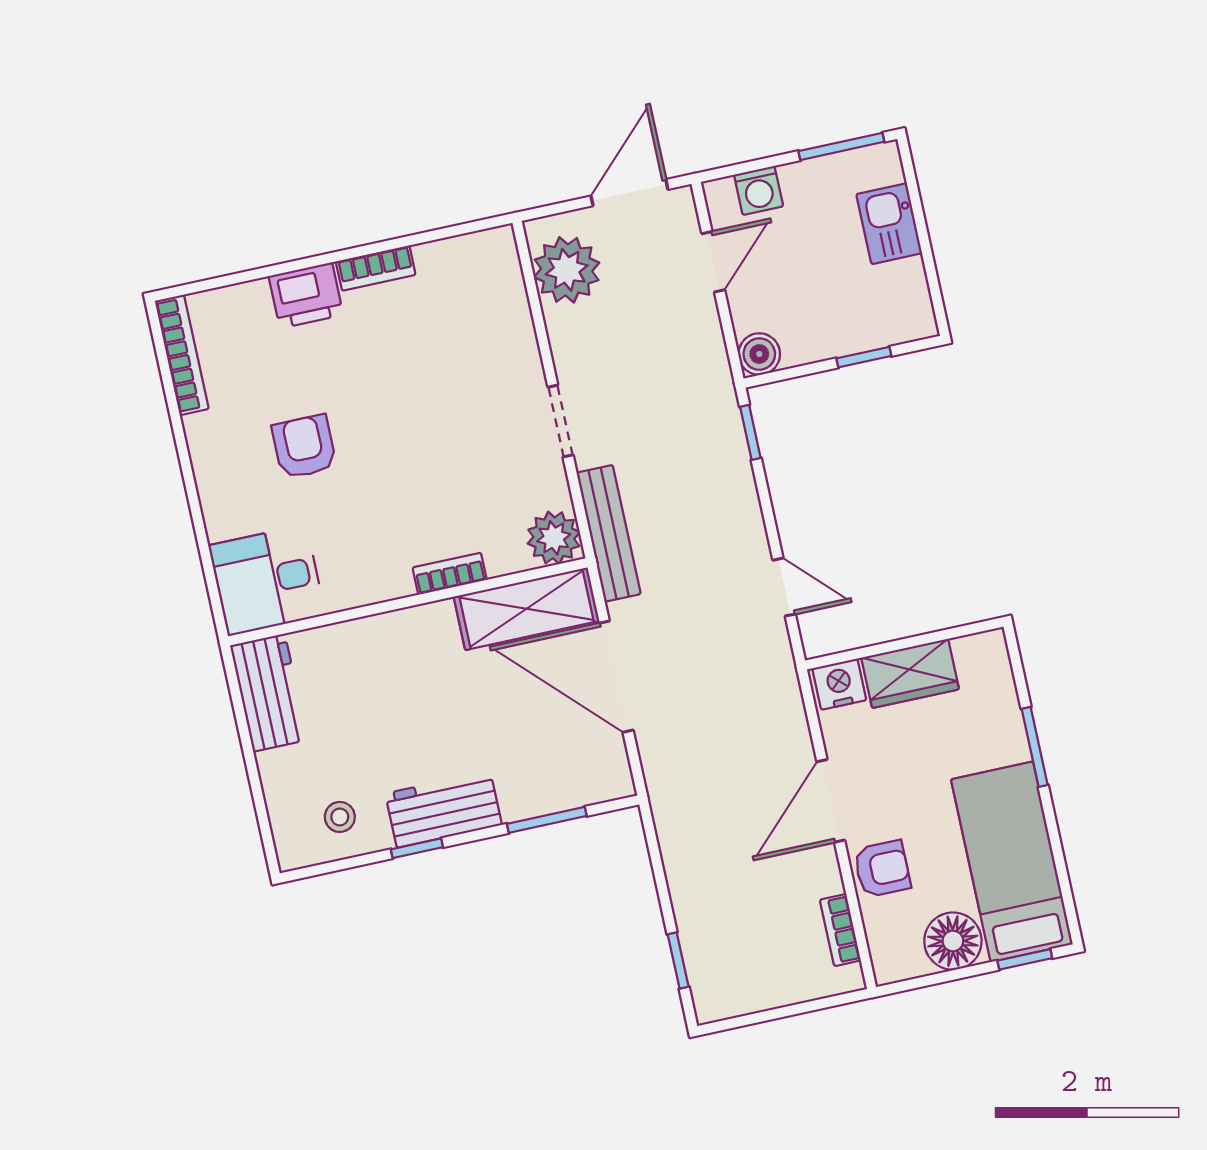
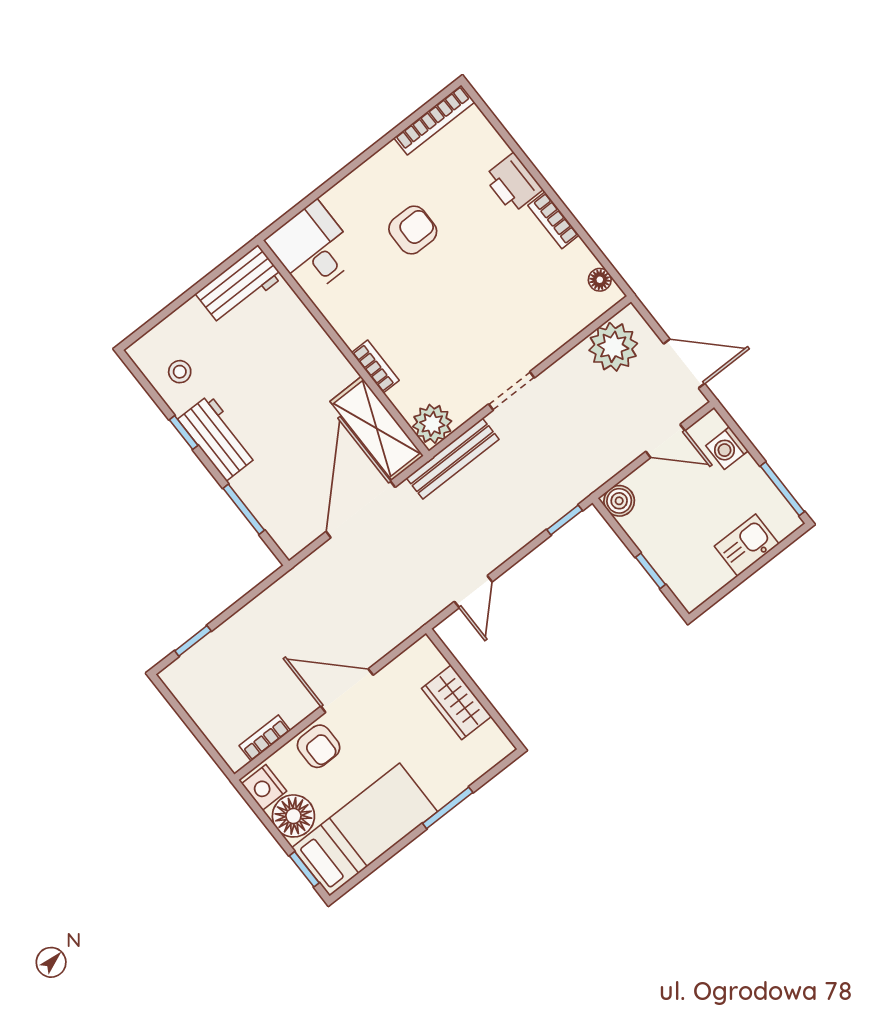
floor lamp: (476, 247) -> (600, 280), added
nightstand: (839, 684) -> (264, 787), moved, turned 180

